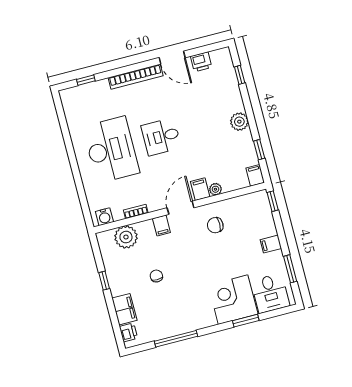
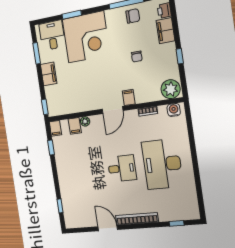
printer: (201, 62) -> (87, 221), removed
plant: (239, 122) -> (63, 171), removed
filing cabinet: (200, 189) -> (75, 126), moved
chair: (215, 225) -> (133, 16), moved
plant: (126, 237) -> (171, 89), moved
filing cabinet: (271, 244) -> (49, 74), width x2.00
corner desk: (233, 300) -> (86, 37), width x1.36, depth x1.36

